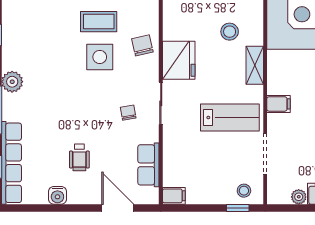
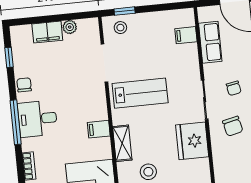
chair: (142, 45) -> (233, 126), moved
filing cabinet: (279, 104) -> (99, 129), moved
lab bench: (230, 118) -> (140, 93), turned 180
filing cabinet: (174, 196) -> (186, 35), moved

